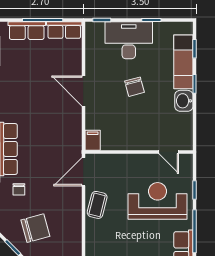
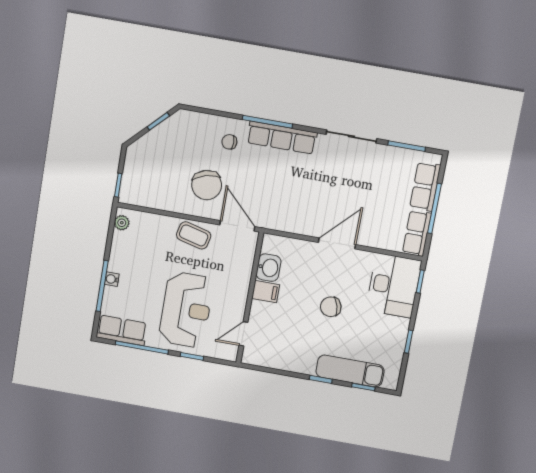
desk: (129, 40) -> (394, 286), moved
washbasin: (184, 101) -> (269, 268), moved, turned 90
filing cabinet: (93, 140) -> (266, 292), moved
chair: (35, 228) -> (207, 185), moved

